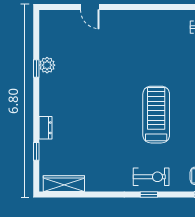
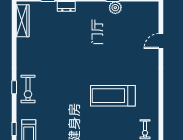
treadmill: (156, 115) -> (113, 96), moved, turned 180

